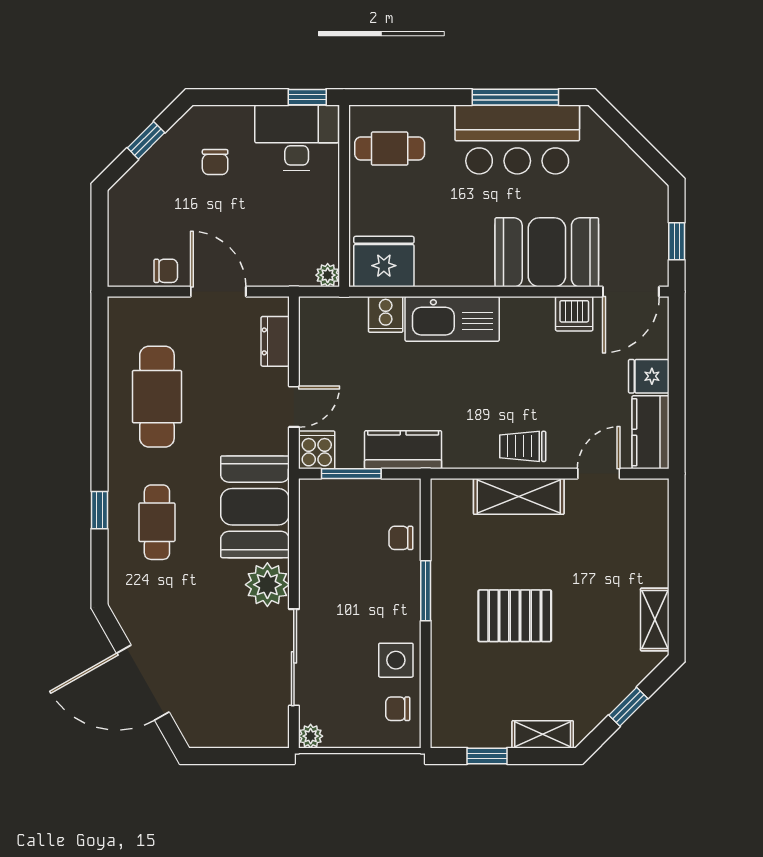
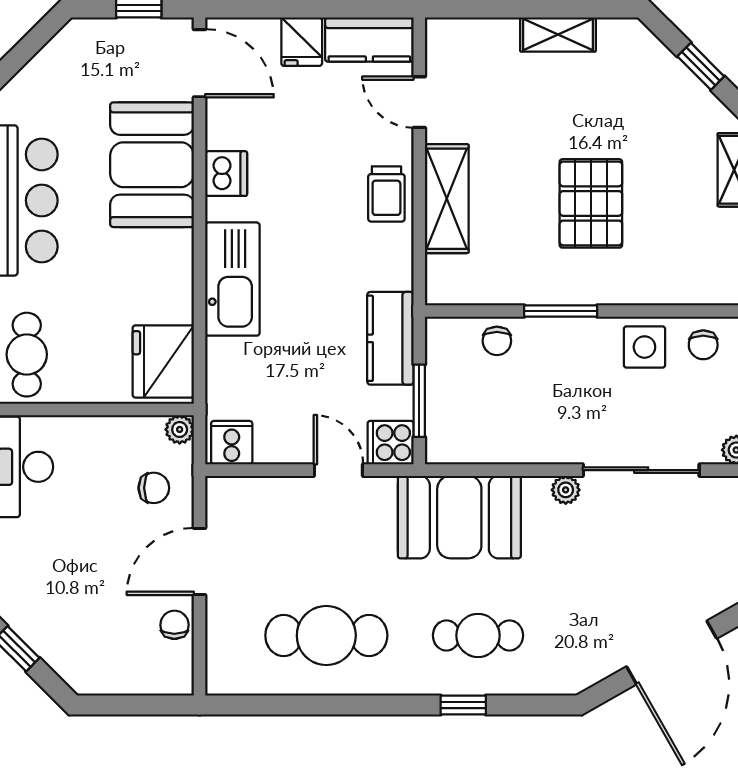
chair: (215, 162) -> (154, 488), moved
cooker: (386, 314) -> (232, 443), moved, turned -90
dishwasher: (574, 314) -> (226, 174), moved
dresser: (275, 341) -> (260, 493), removed
plant: (267, 585) -> (566, 490), width x0.53, depth x0.53
shelving: (655, 619) -> (558, 34), moved

